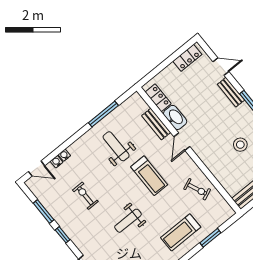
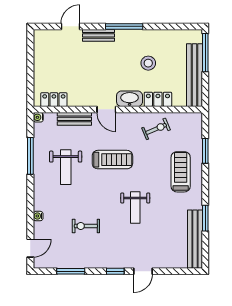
locker: (187, 58) -> (158, 99), moved, turned -90
washbasin: (175, 117) -> (130, 99), moved
weight bench: (116, 146) -> (66, 167), turned -90
water cooler: (56, 162) -> (38, 117), moved
treadmill: (181, 232) -> (181, 172), turned 180
window: (63, 235) -> (115, 271), moved

